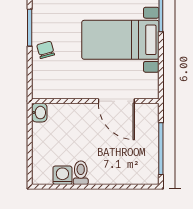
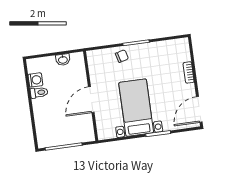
door: (116, 101) -> (91, 100), moved
washbasin: (39, 113) -> (63, 60), moved

